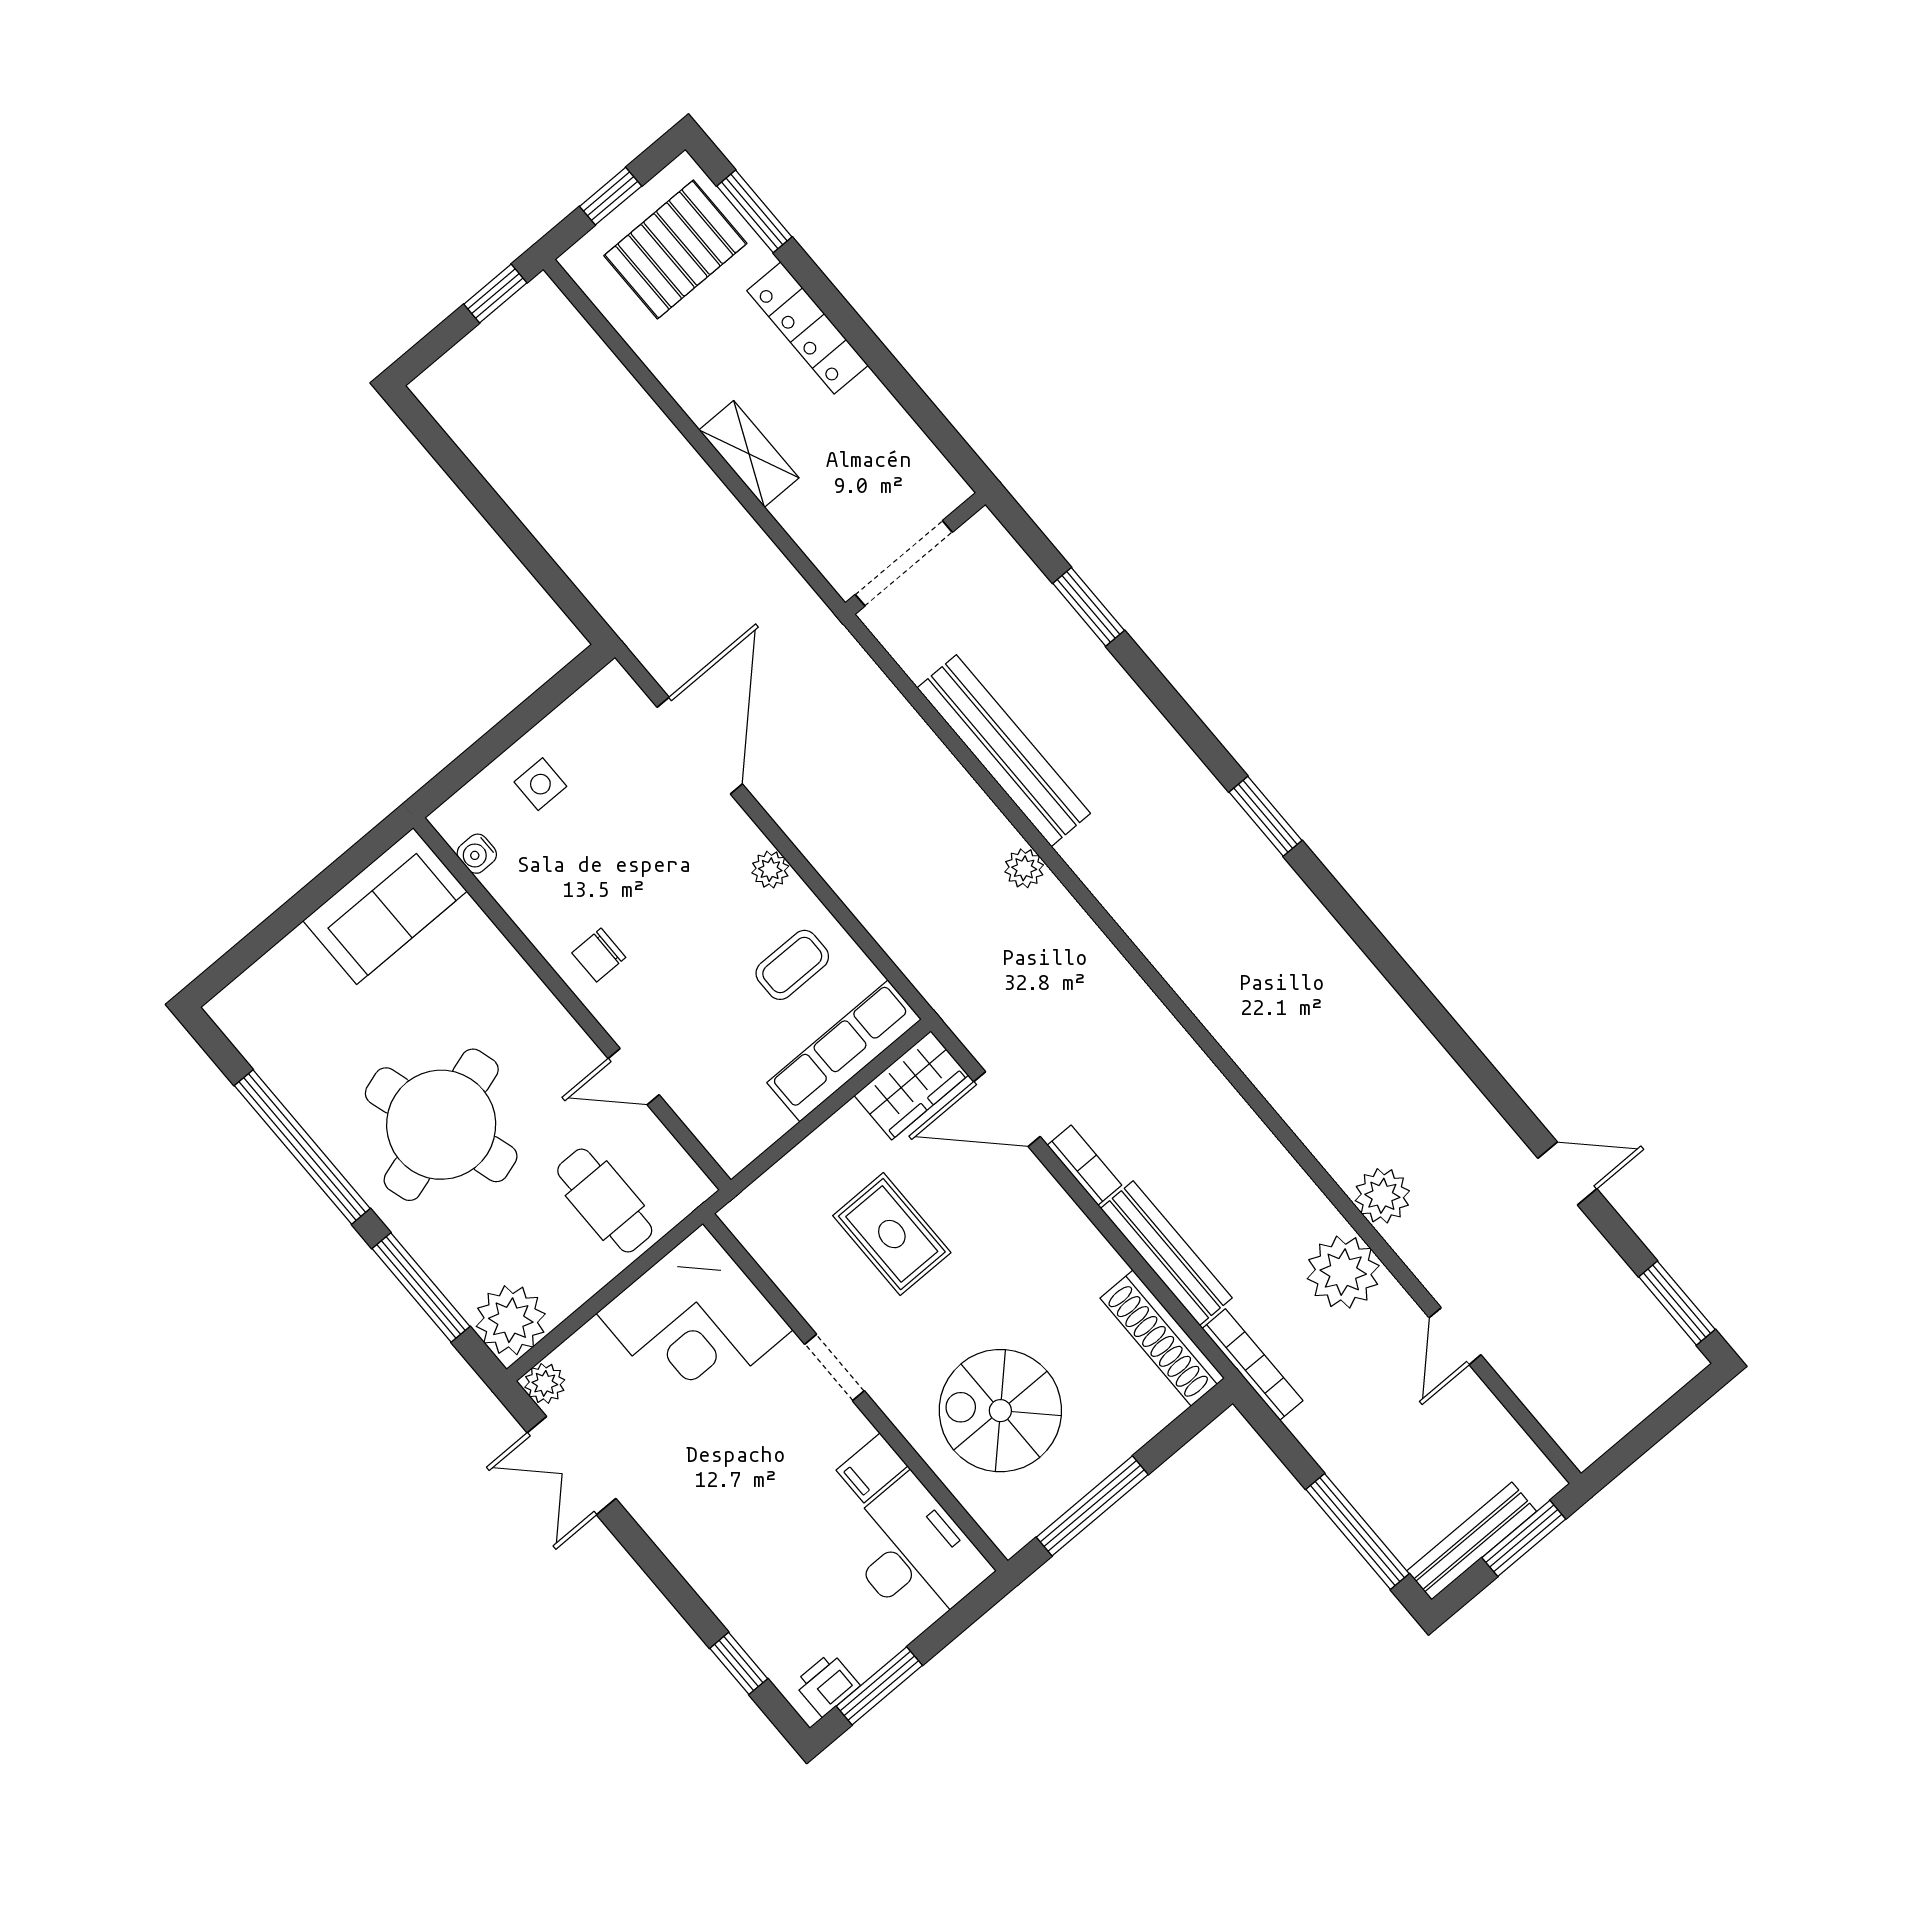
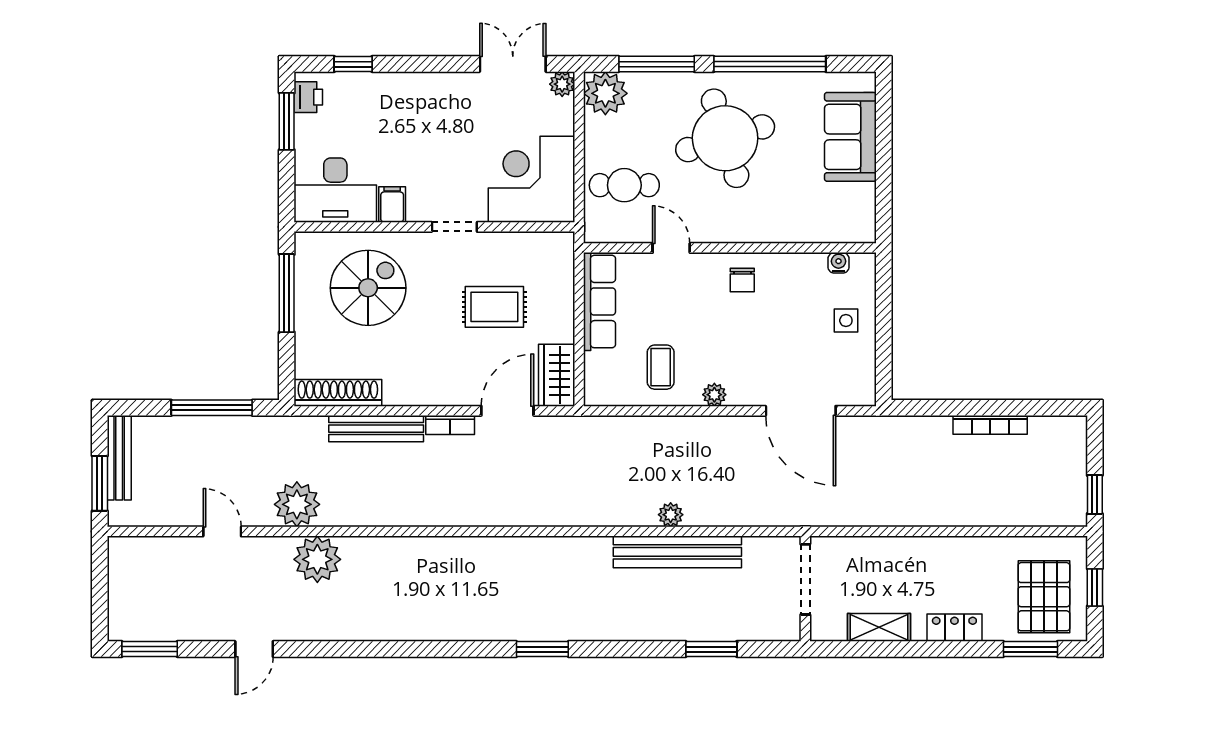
locker: (808, 328) -> (954, 628), width x0.66
shelving: (749, 454) -> (879, 627), moved
plant: (1024, 868) -> (671, 515), moved
sofa: (385, 906) -> (850, 137), moved
chair: (599, 955) -> (742, 280), turned 180
row of seats: (844, 1051) -> (600, 302), moved
door: (634, 1077) -> (671, 248), hinge flipped
plant: (1382, 1196) -> (317, 559), width x1.36, depth x1.36
bookcase: (1253, 1365) -> (990, 425), moved
window: (1358, 1532) -> (212, 408), moved

